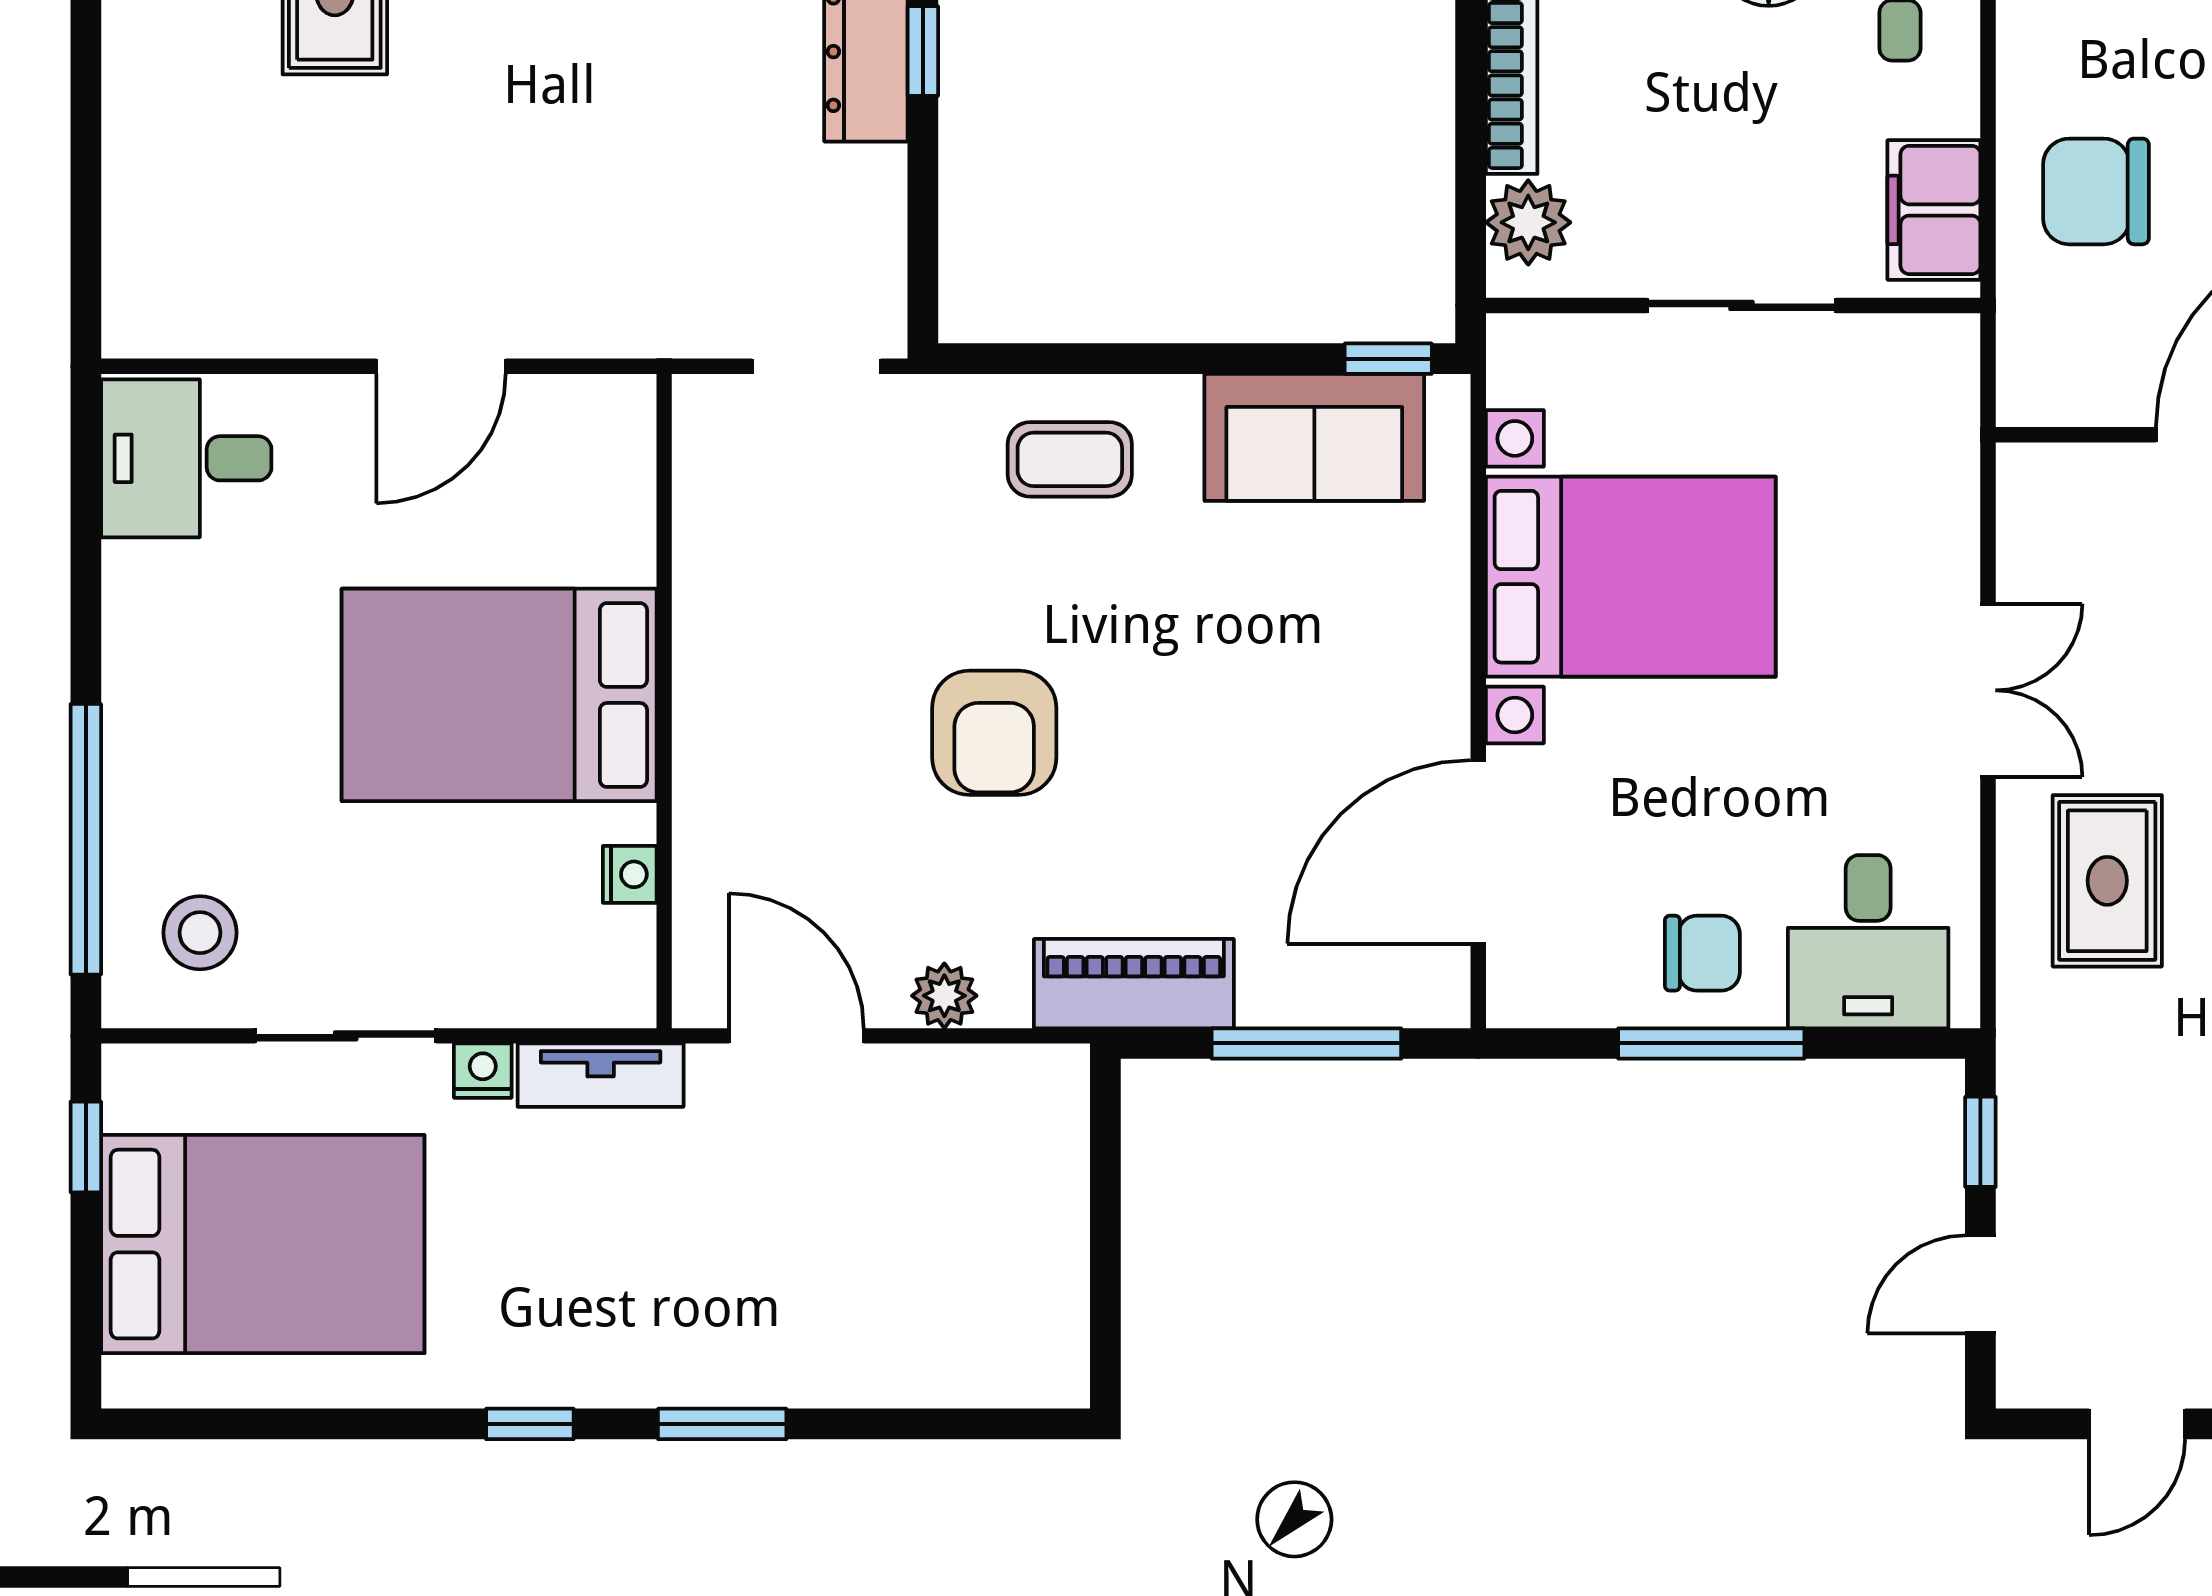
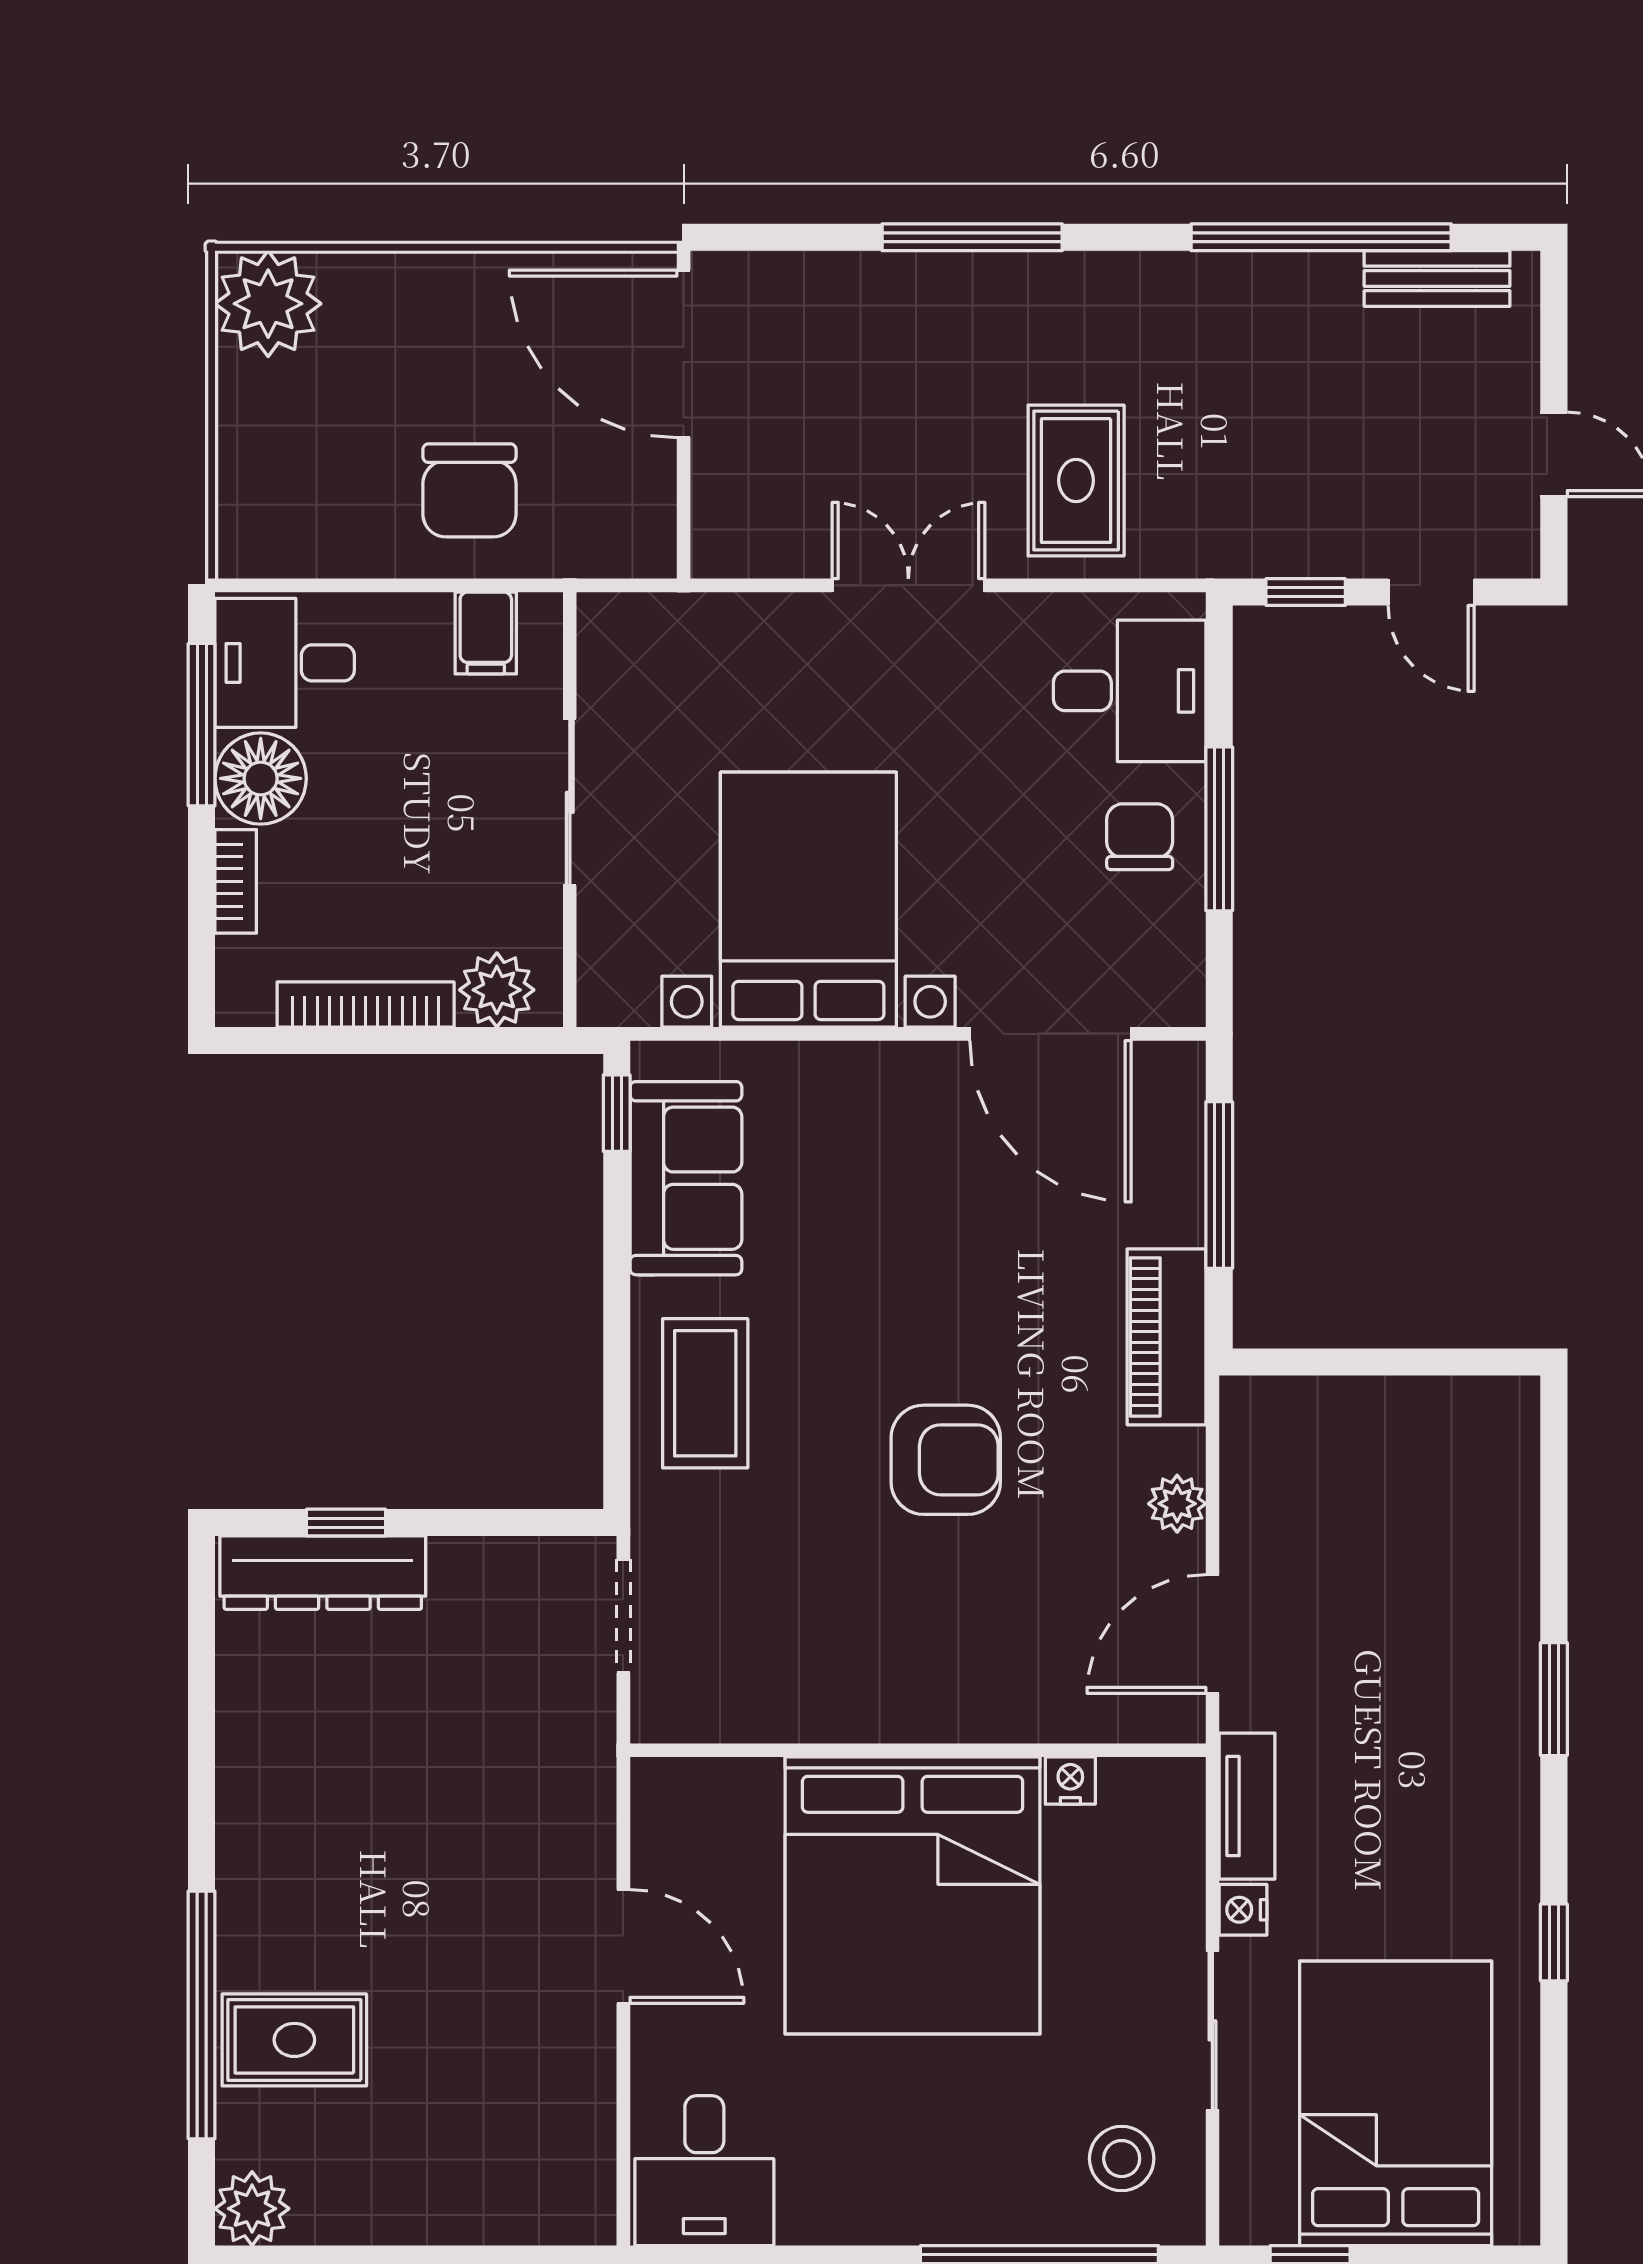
filing cabinet: (1934, 210) -> (486, 633), width x0.50
coffee table: (1070, 459) -> (705, 1393), width x1.36, depth x1.30
bed: (499, 695) -> (913, 1895), width x1.36
rug: (2107, 881) -> (1076, 481), turned 90
window: (530, 1424) -> (1554, 1942), moved

